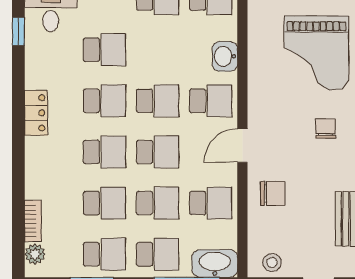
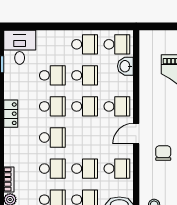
washbasin: (225, 56) -> (125, 66), moved
school desk: (158, 152) -> (85, 75), moved
chair: (273, 193) -> (163, 153), moved, turned -90

